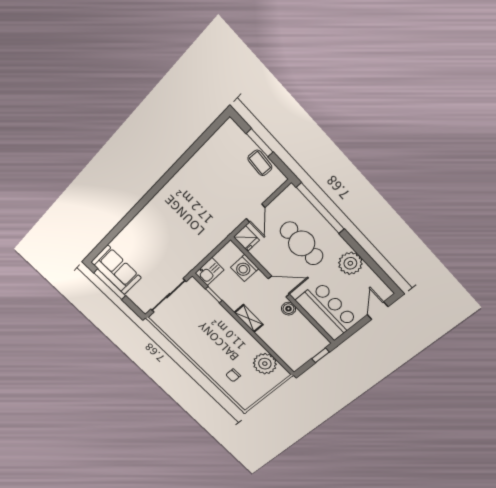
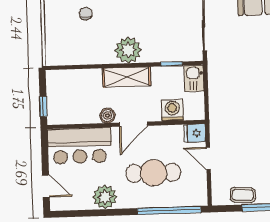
shelving: (249, 318) -> (127, 77), width x1.50, depth x1.33
plant: (265, 364) -> (128, 50), moved

